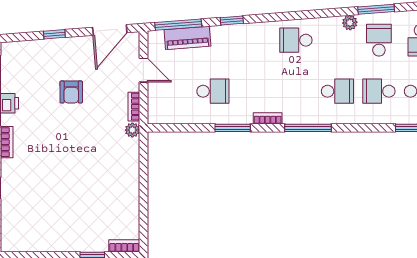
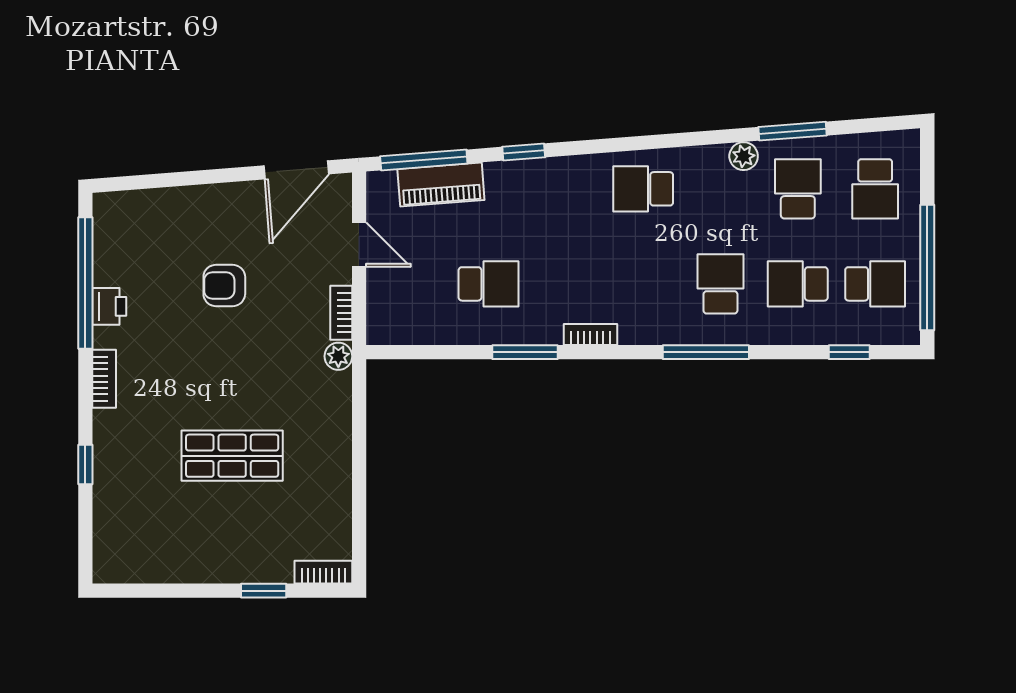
window: (54, 34) -> (193, 178), removed
school desk: (337, 91) -> (720, 284), turned -90
armchair: (71, 92) -> (224, 285), turned 90
window: (308, 128) -> (706, 352), moved
shop shelf: (75, 183) -> (232, 456), added

